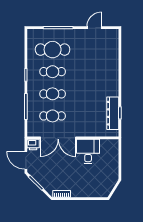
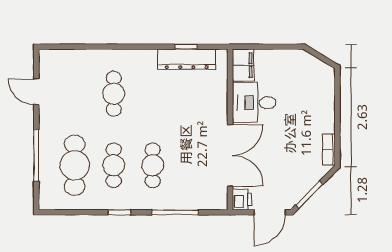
cafe table: (53, 116) -> (114, 94), moved
filing cabinet: (109, 145) -> (243, 65), added

